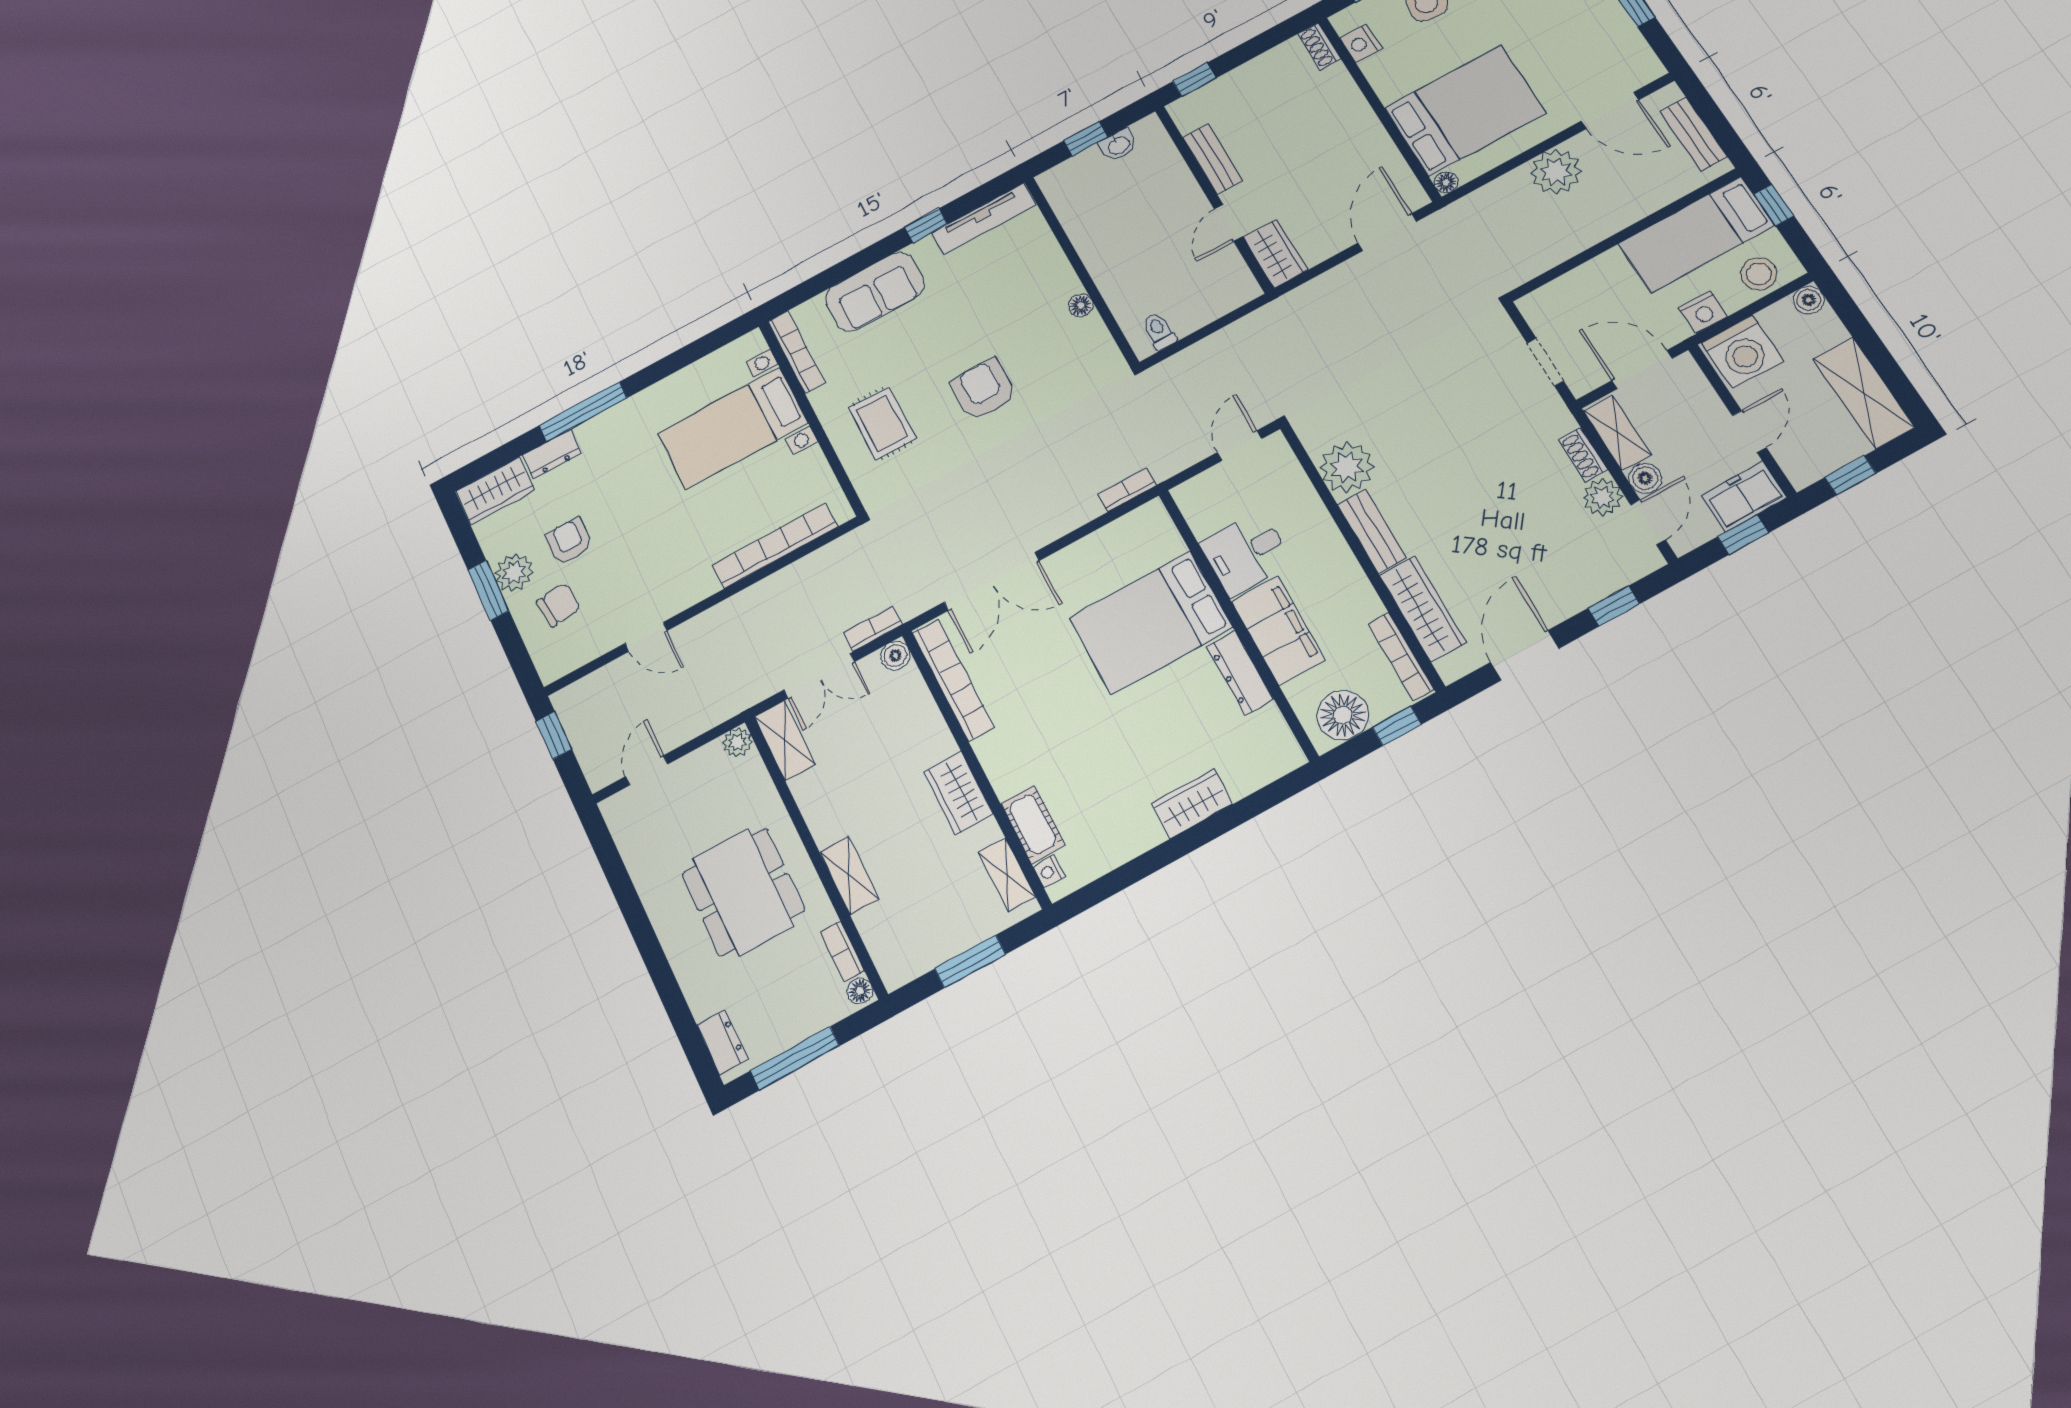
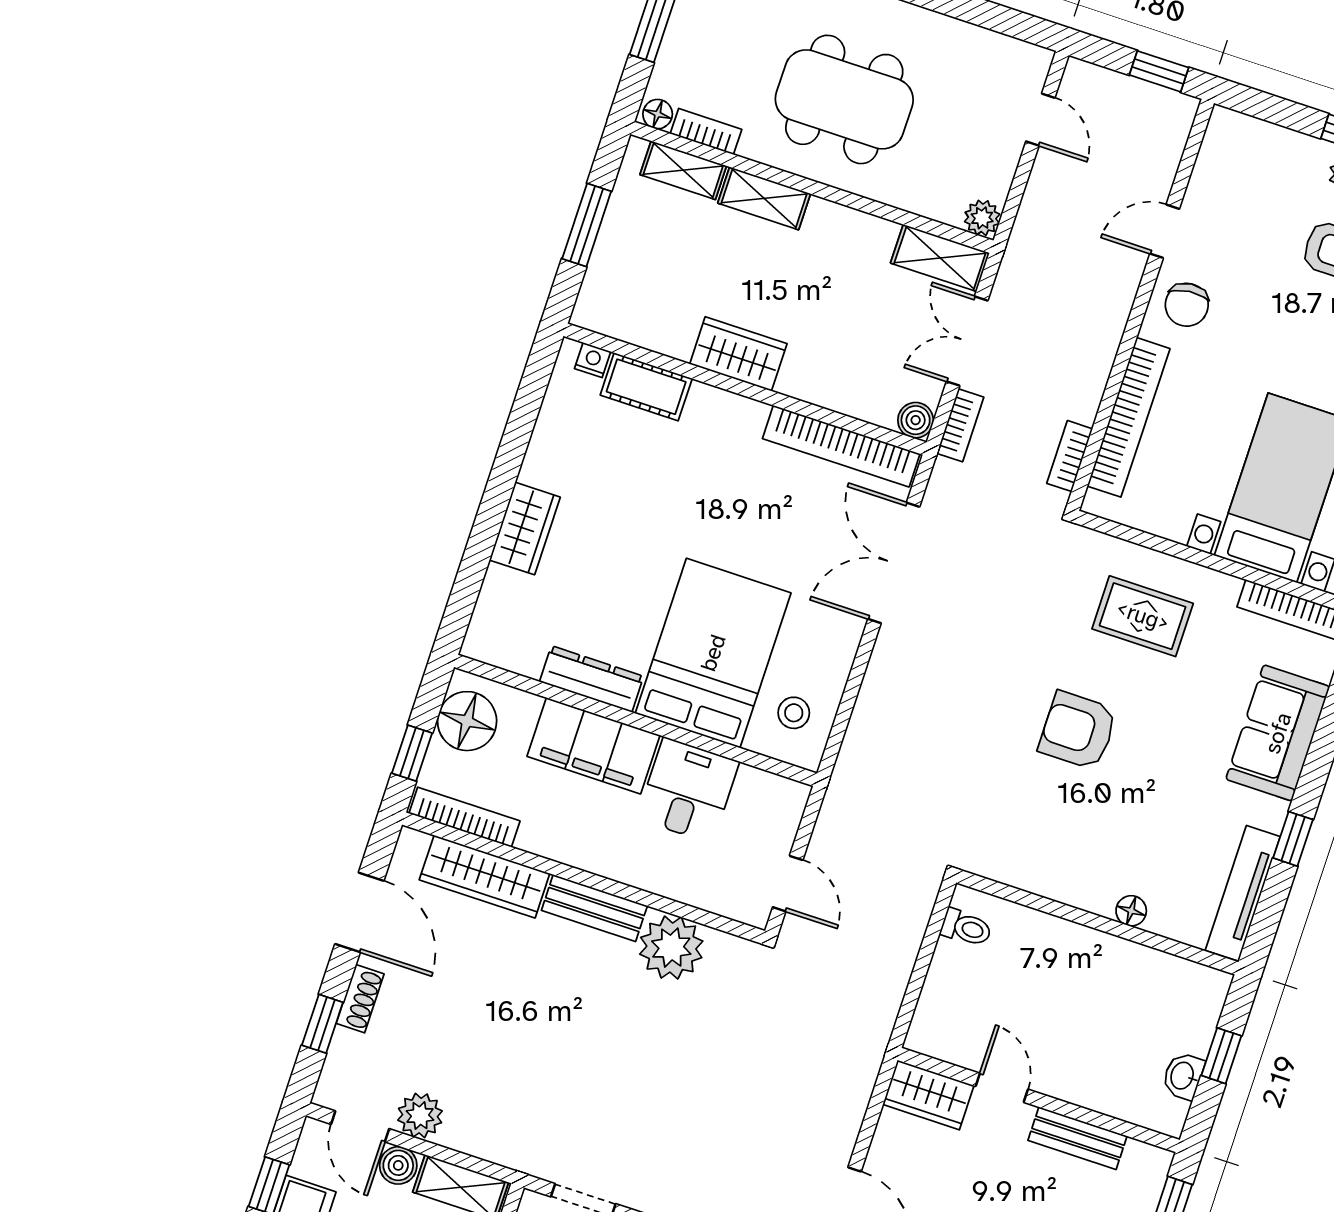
floor lamp: (1081, 306) -> (1131, 911), moved
armchair: (984, 390) -> (1078, 730), turned 180
shoe rack: (1583, 455) -> (360, 999), moved, turned 90
bookcase: (1127, 490) -> (1070, 456), moved, turned 180
stool: (1137, 544) -> (794, 713), added
chair: (559, 605) -> (1187, 305), moved
shelving: (1007, 875) -> (683, 170), moved

